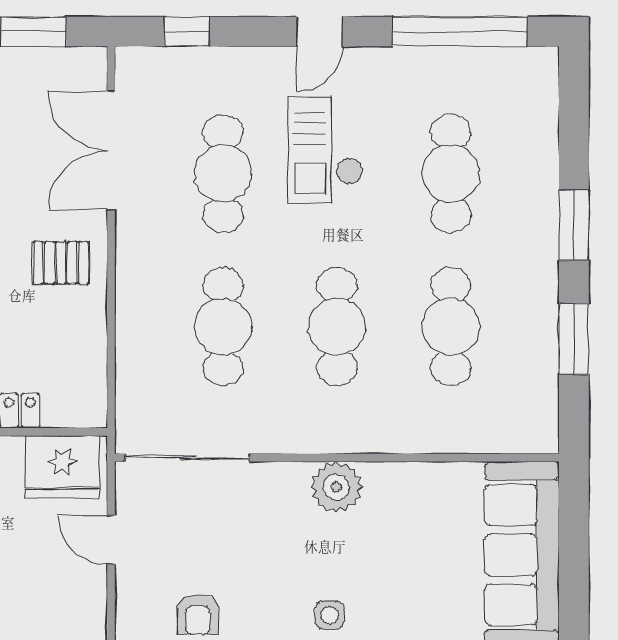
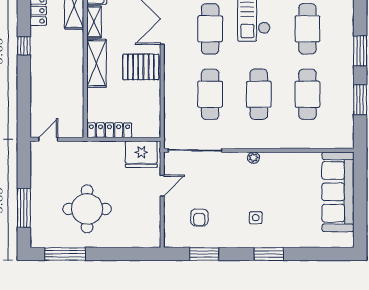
pallet: (61, 263) -> (141, 67), width x1.50, depth x1.42
plant: (336, 487) -> (253, 158), width x0.53, depth x0.53
door: (111, 540) -> (162, 186), swing flipped

